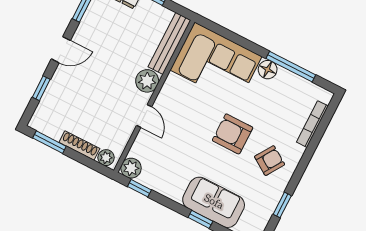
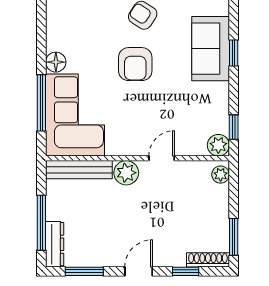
door: (61, 50) -> (139, 271), hinge flipped
window: (291, 67) -> (41, 103), moved
shoe rack: (79, 145) -> (208, 260), moved, turned 90

